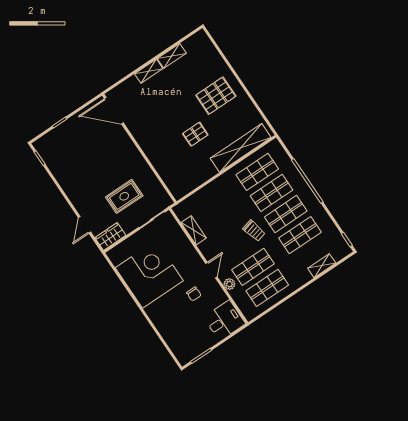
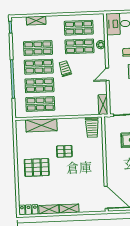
locker: (195, 41) -> (28, 210), added
shelving: (241, 148) -> (41, 125), width x0.68
trolley: (180, 181) -> (92, 128), added
shelving: (194, 230) -> (103, 105), moved
door: (211, 270) -> (107, 74), moved

